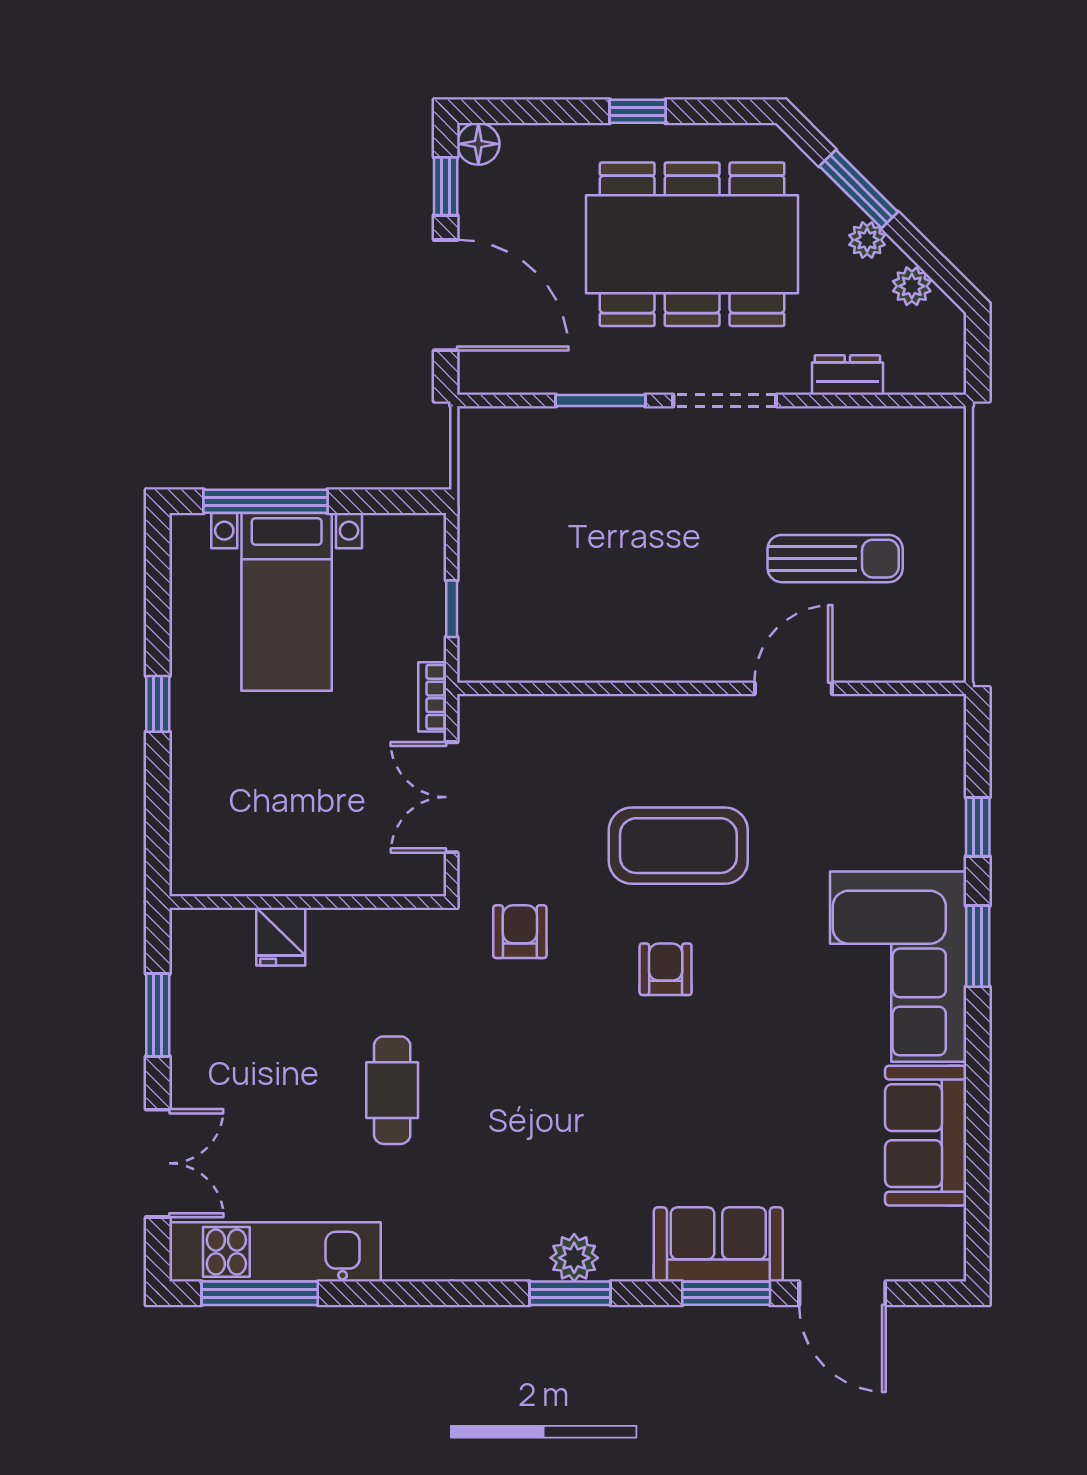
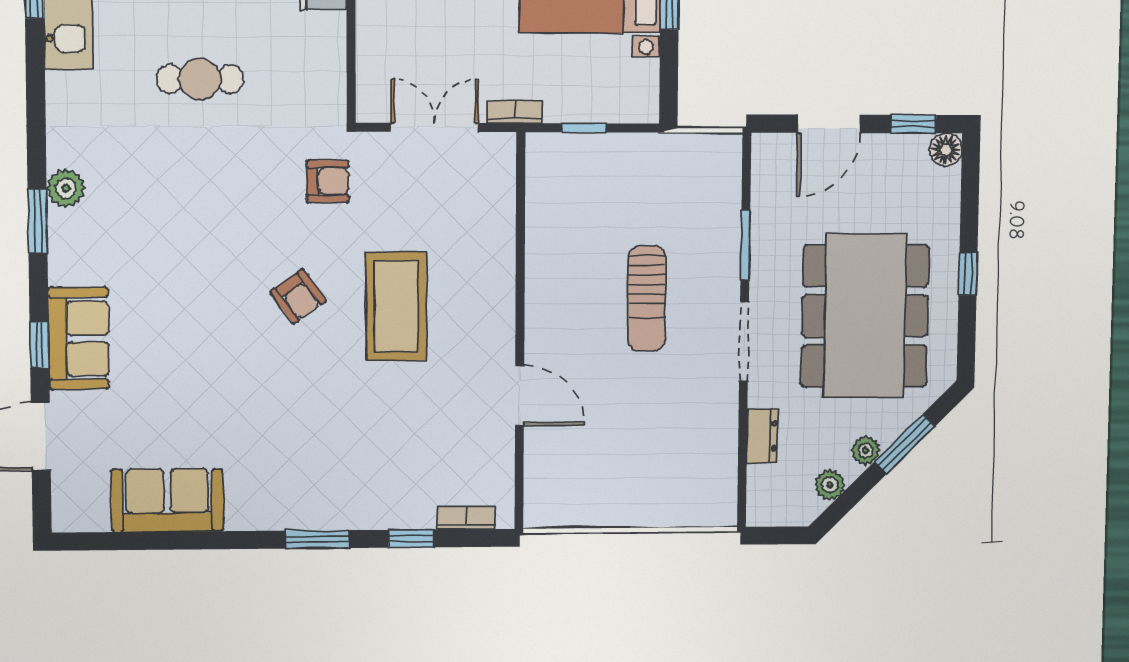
door: (446, 295) -> (829, 124), width x0.73
sun lounger: (835, 559) -> (647, 298), moved
bookcase: (951, 756) -> (466, 518), added
corner sofa: (898, 967) -> (301, 478), removed
armchair: (666, 969) -> (298, 296), turned 54
plant: (574, 1258) -> (66, 188), moved
window: (726, 1293) -> (39, 345), width x0.67

